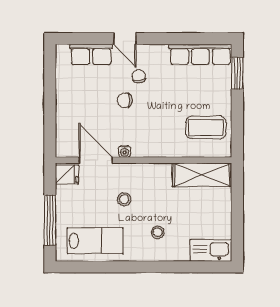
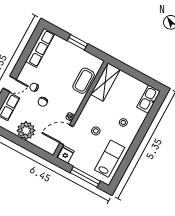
window: (237, 73) -> (77, 42), moved
plant: (70, 99) -> (26, 131), added
coffee table: (206, 128) -> (84, 81), moved

